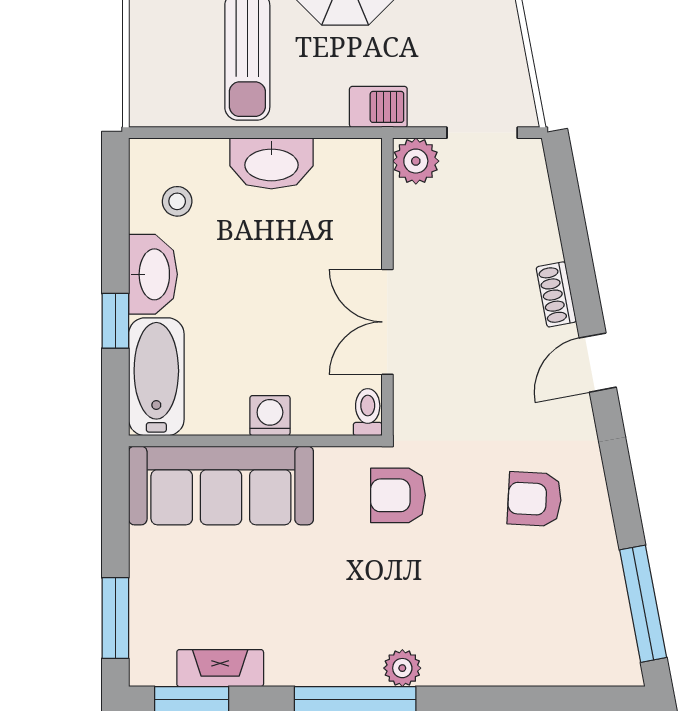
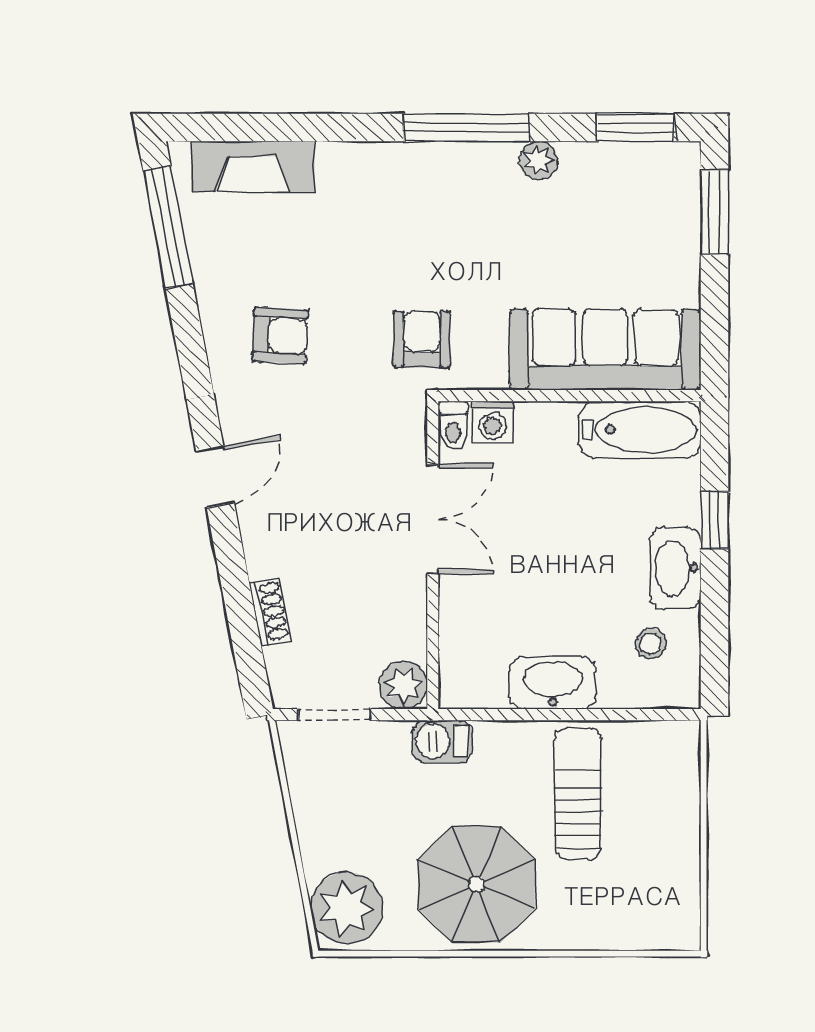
shoe rack: (556, 294) -> (270, 612), moved
bathtub: (156, 377) -> (640, 430), moved, turned -90
washing machine: (270, 416) -> (493, 422), moved
armchair: (398, 495) -> (422, 339), turned -90
fireplace: (220, 668) -> (253, 166), moved, width x1.37, depth x1.32
plant: (402, 668) -> (538, 160), moved

